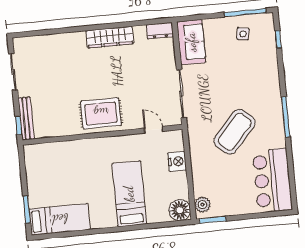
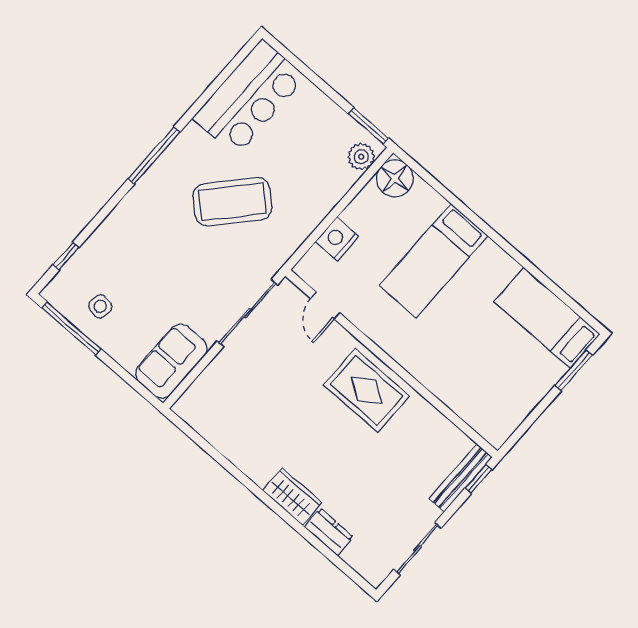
dresser: (160, 31) -> (329, 532), moved
wardrobe: (110, 37) -> (292, 496), moved, width x0.67

